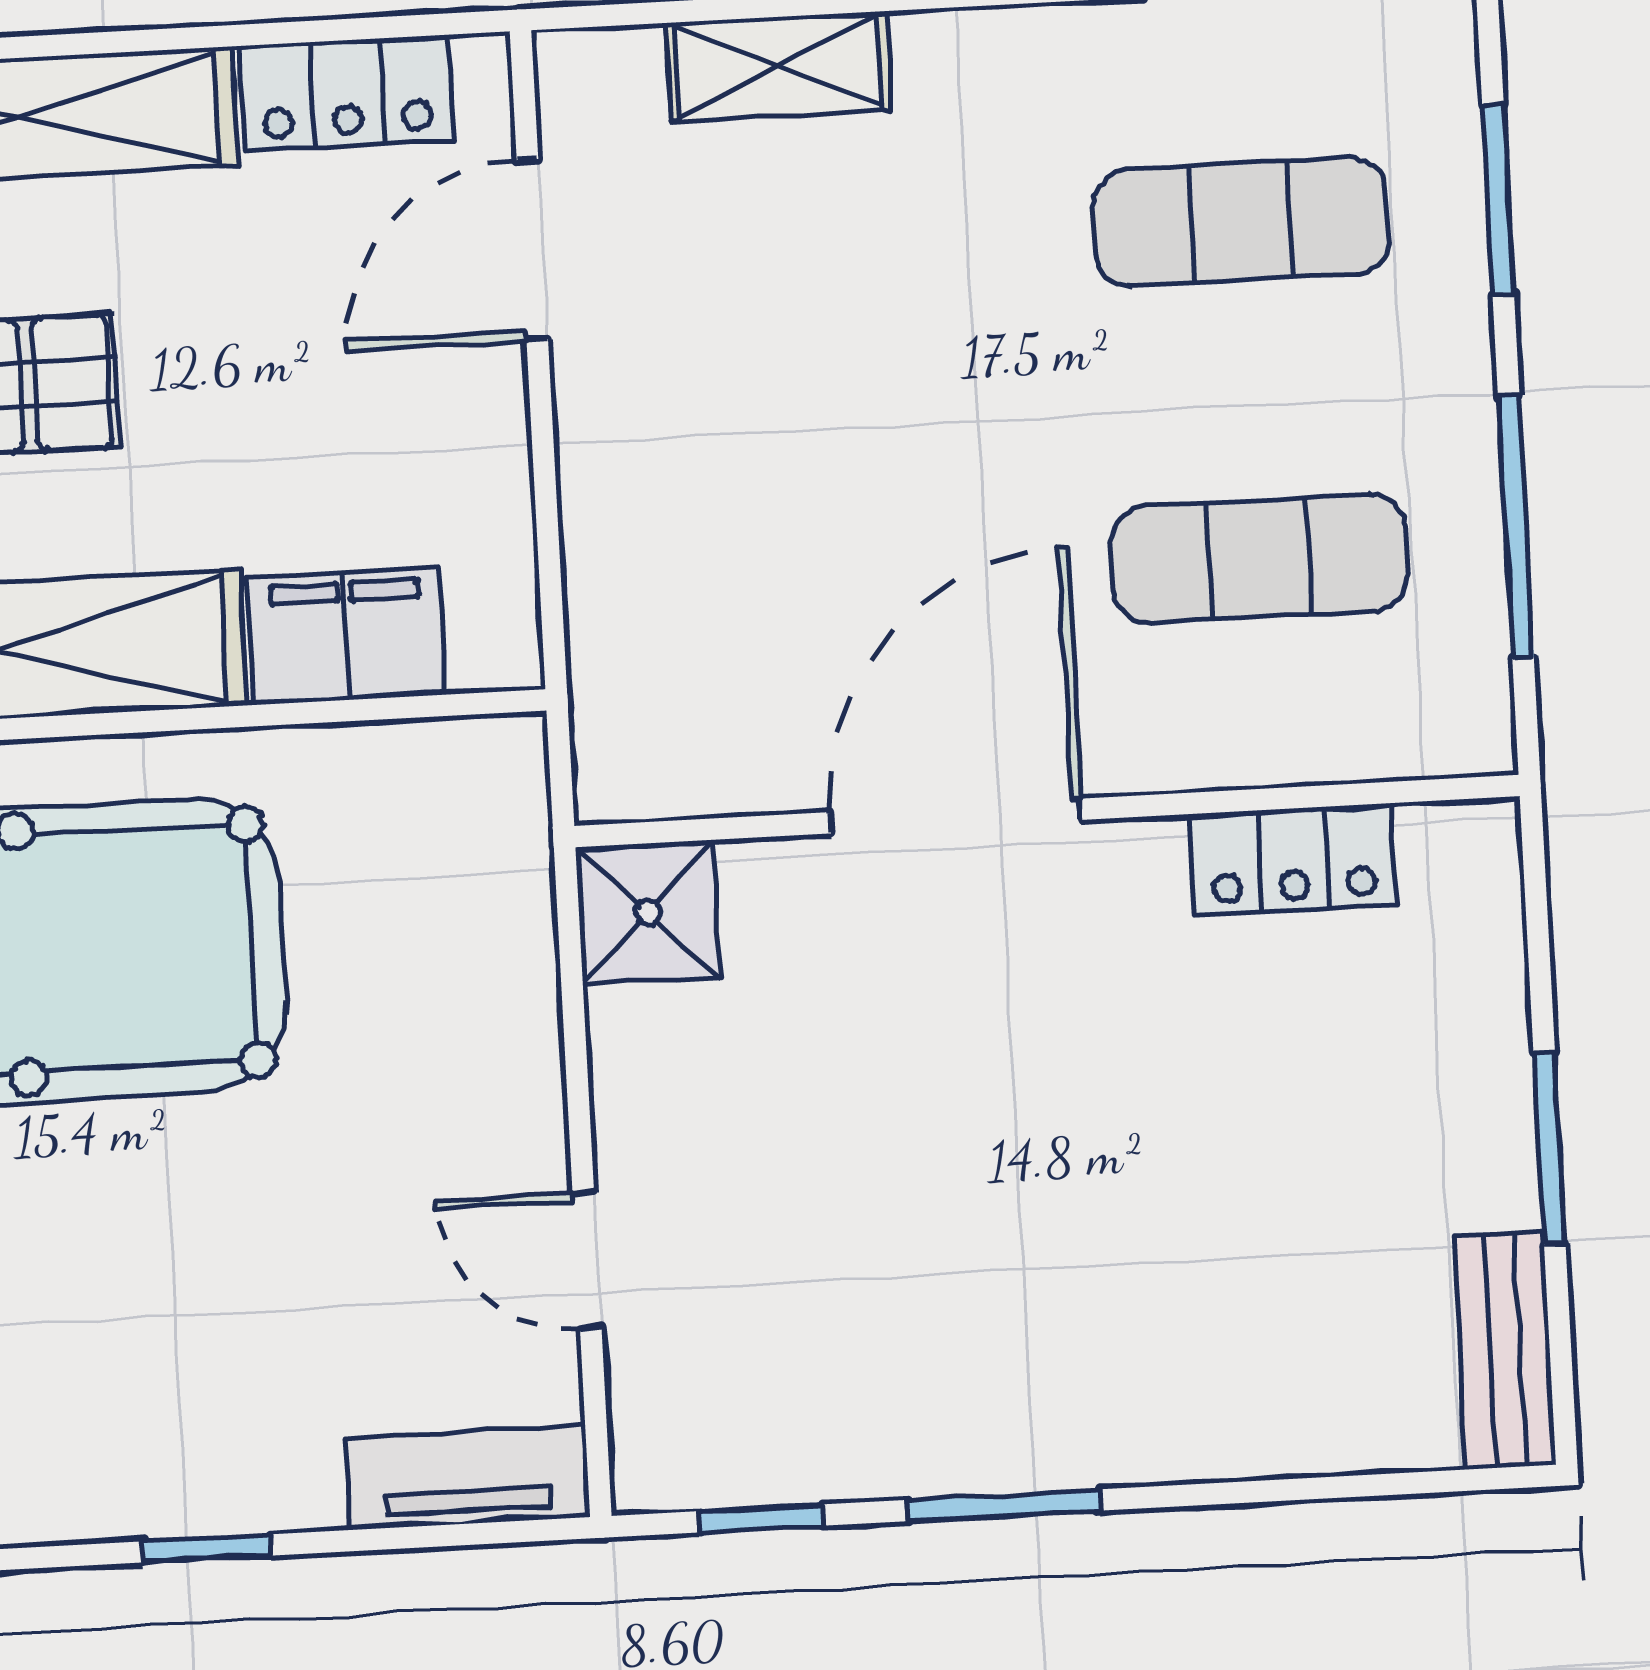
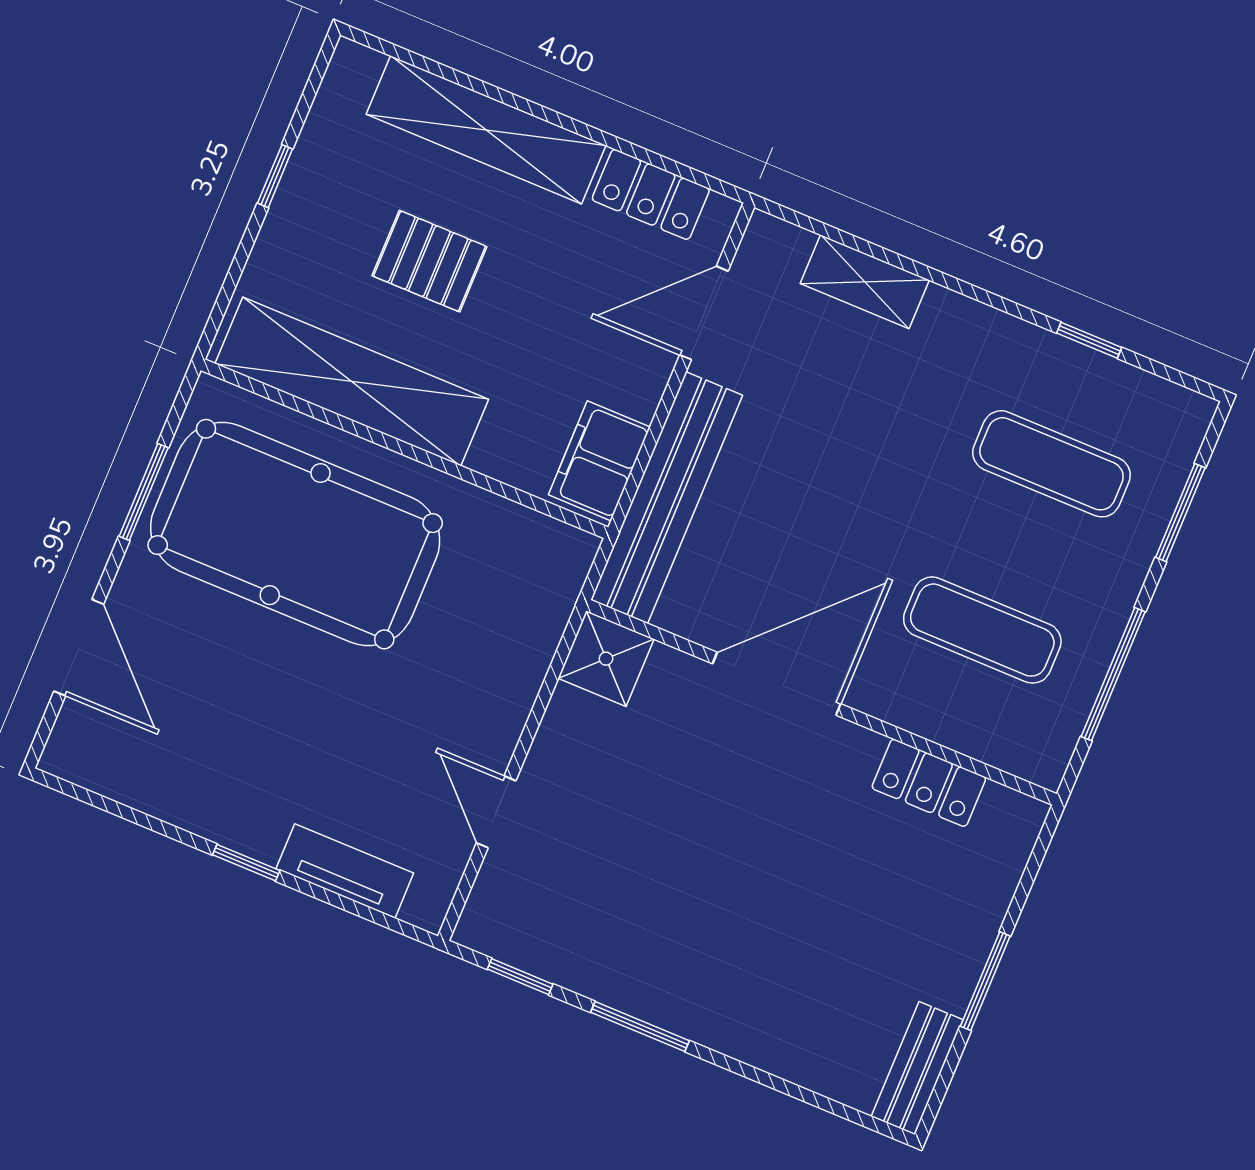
bench: (619, 591) -> (667, 498), added
filing cabinet: (347, 636) -> (599, 461), moved, turned -90
tv unit: (468, 1478) -> (345, 871), moved

